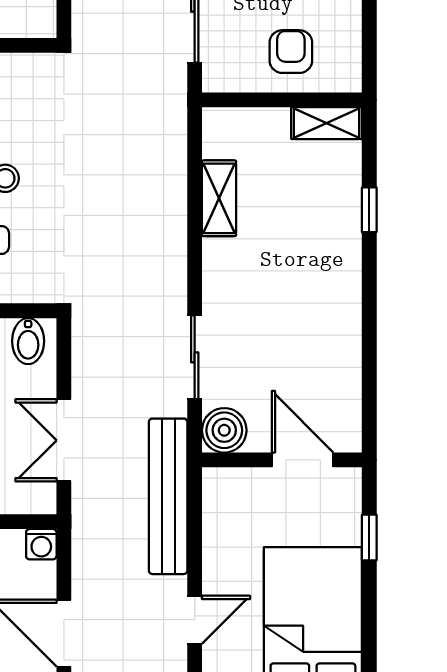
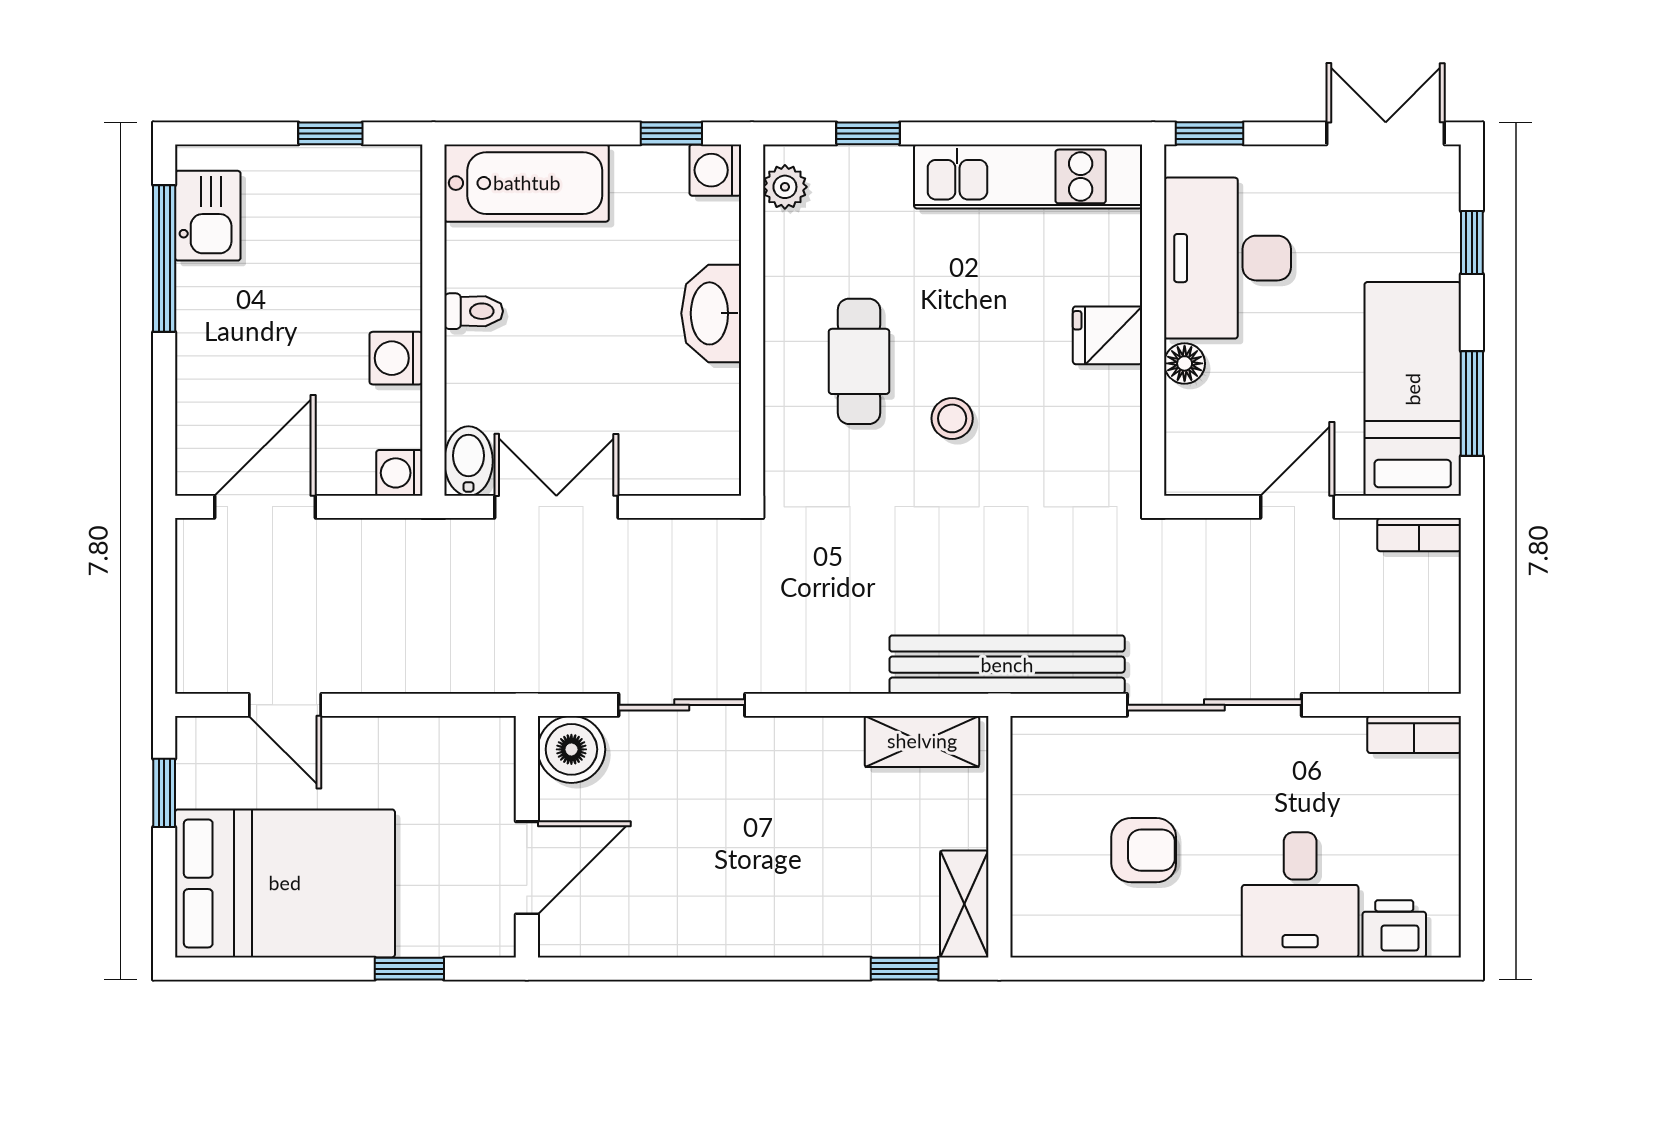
wall: (282, 100) -> (999, 837), moved
shelving: (327, 123) -> (964, 904), moved
bidet: (28, 341) -> (468, 461), moved, turned 90
bench: (168, 496) -> (1007, 665), moved

